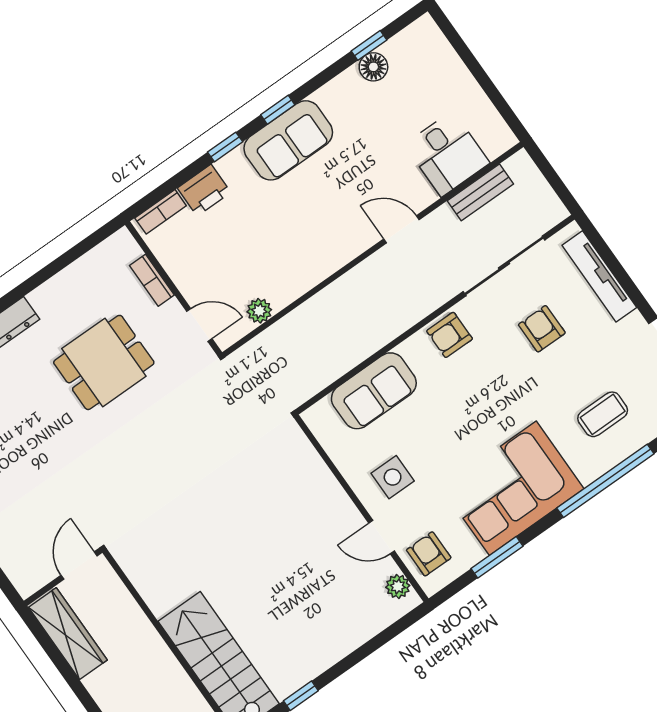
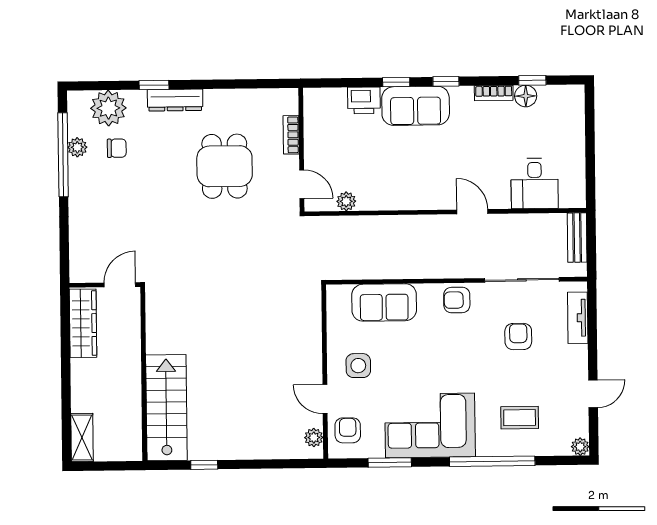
sofa: (288, 140) -> (416, 106), moved
bench: (480, 192) -> (577, 238), moved, turned 90
bookcase: (161, 212) -> (494, 93), moved
tv unit: (599, 276) -> (578, 318), width x0.71
dining table: (104, 362) -> (225, 166), turned 90

